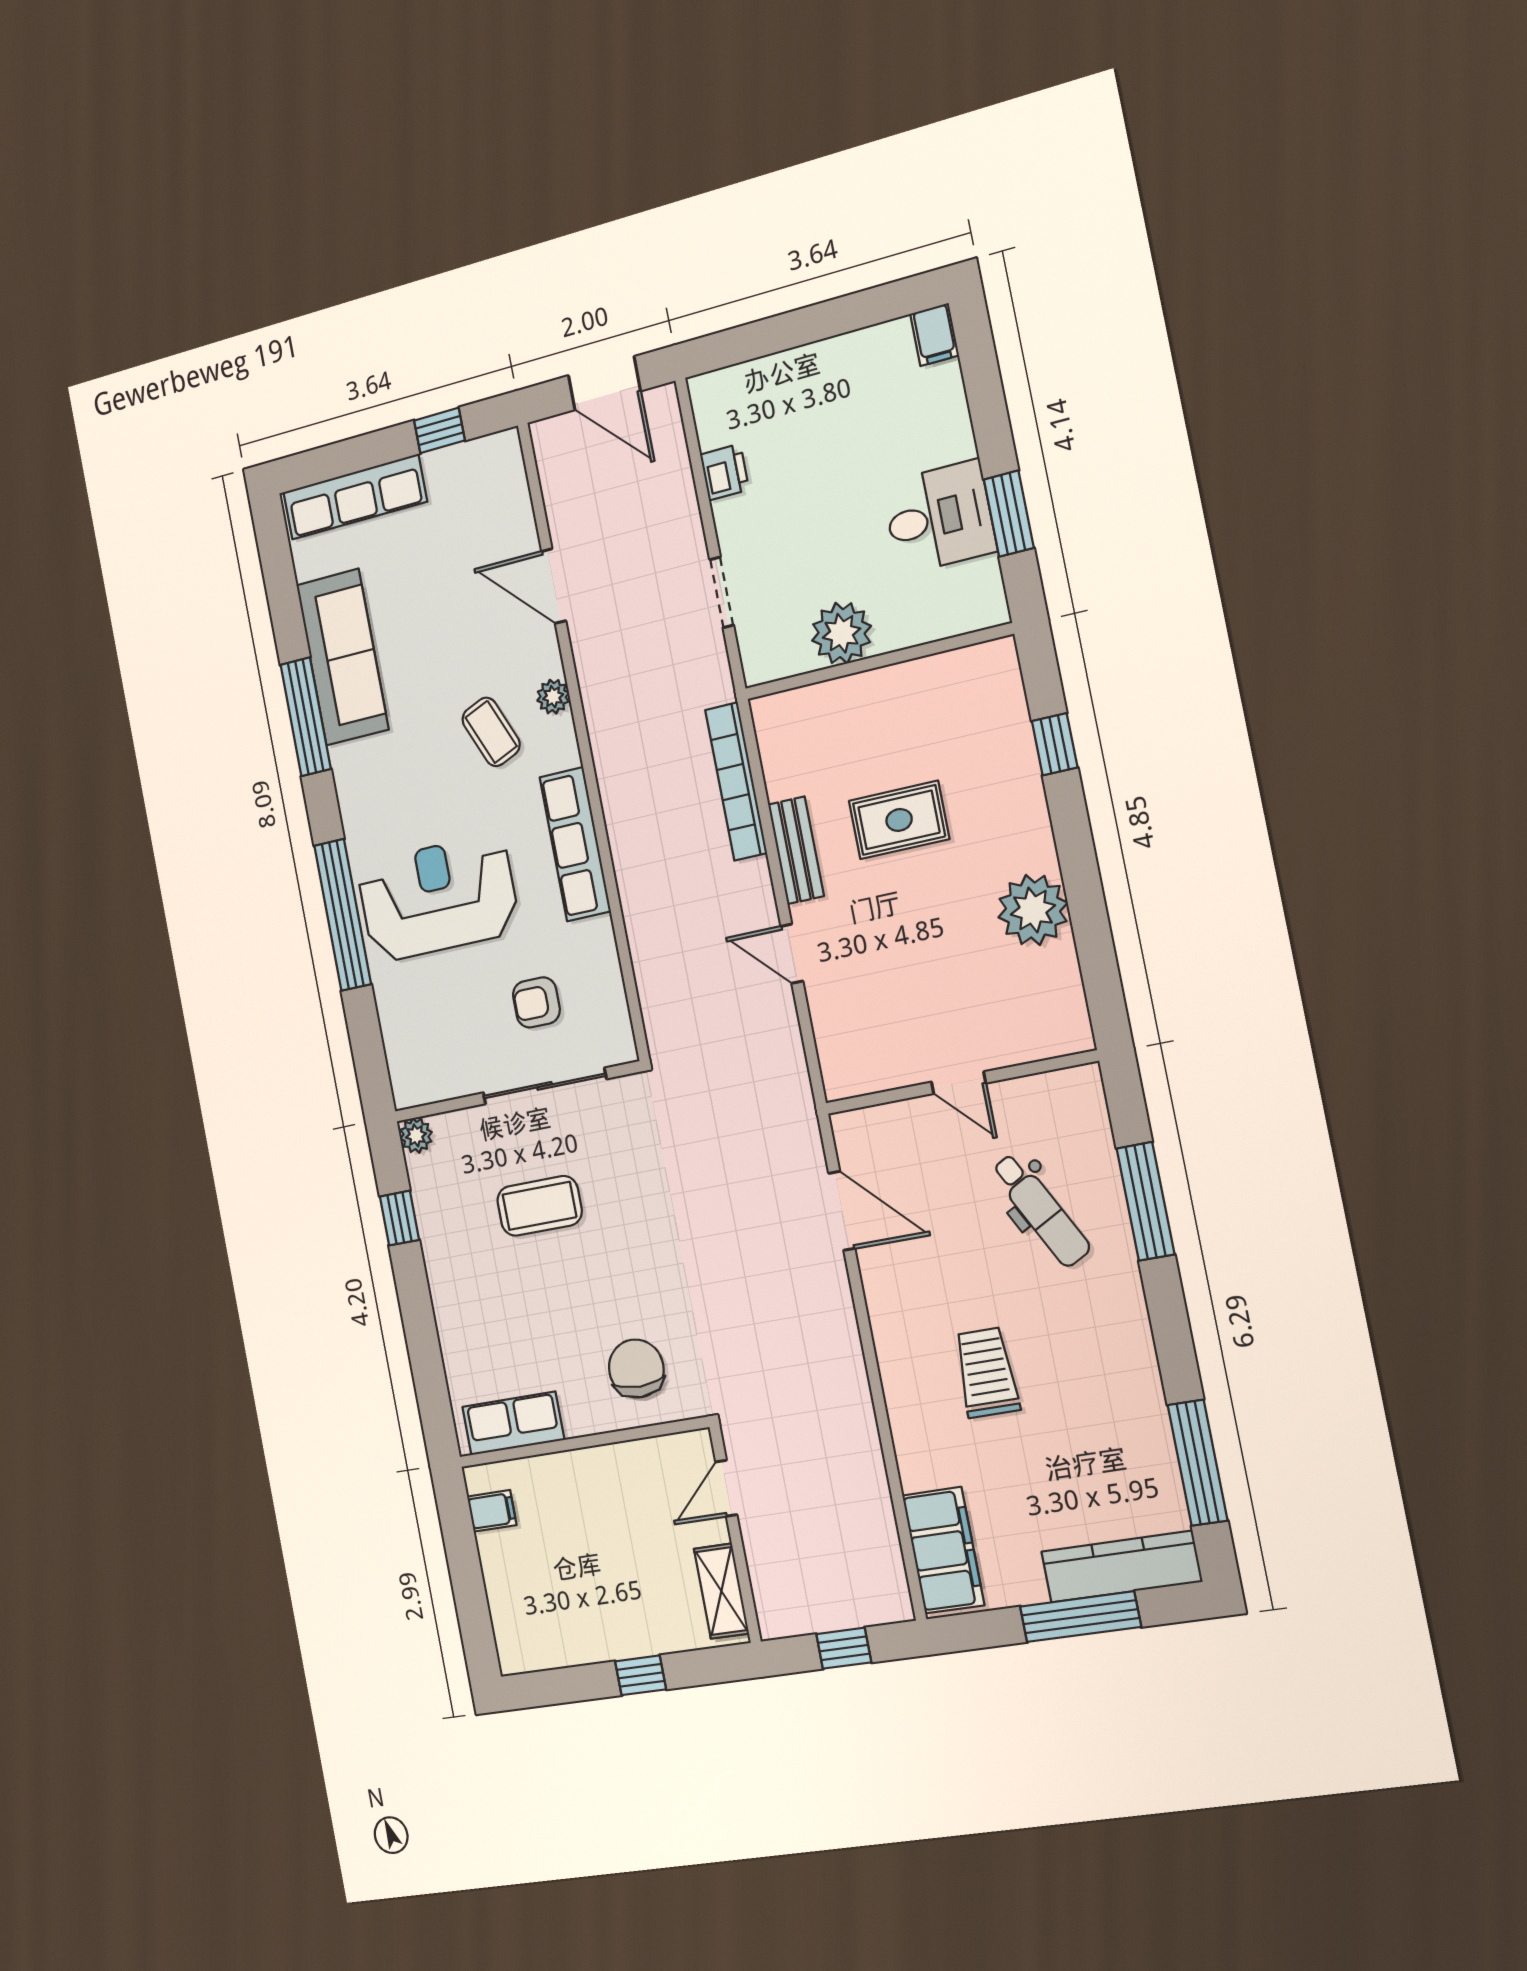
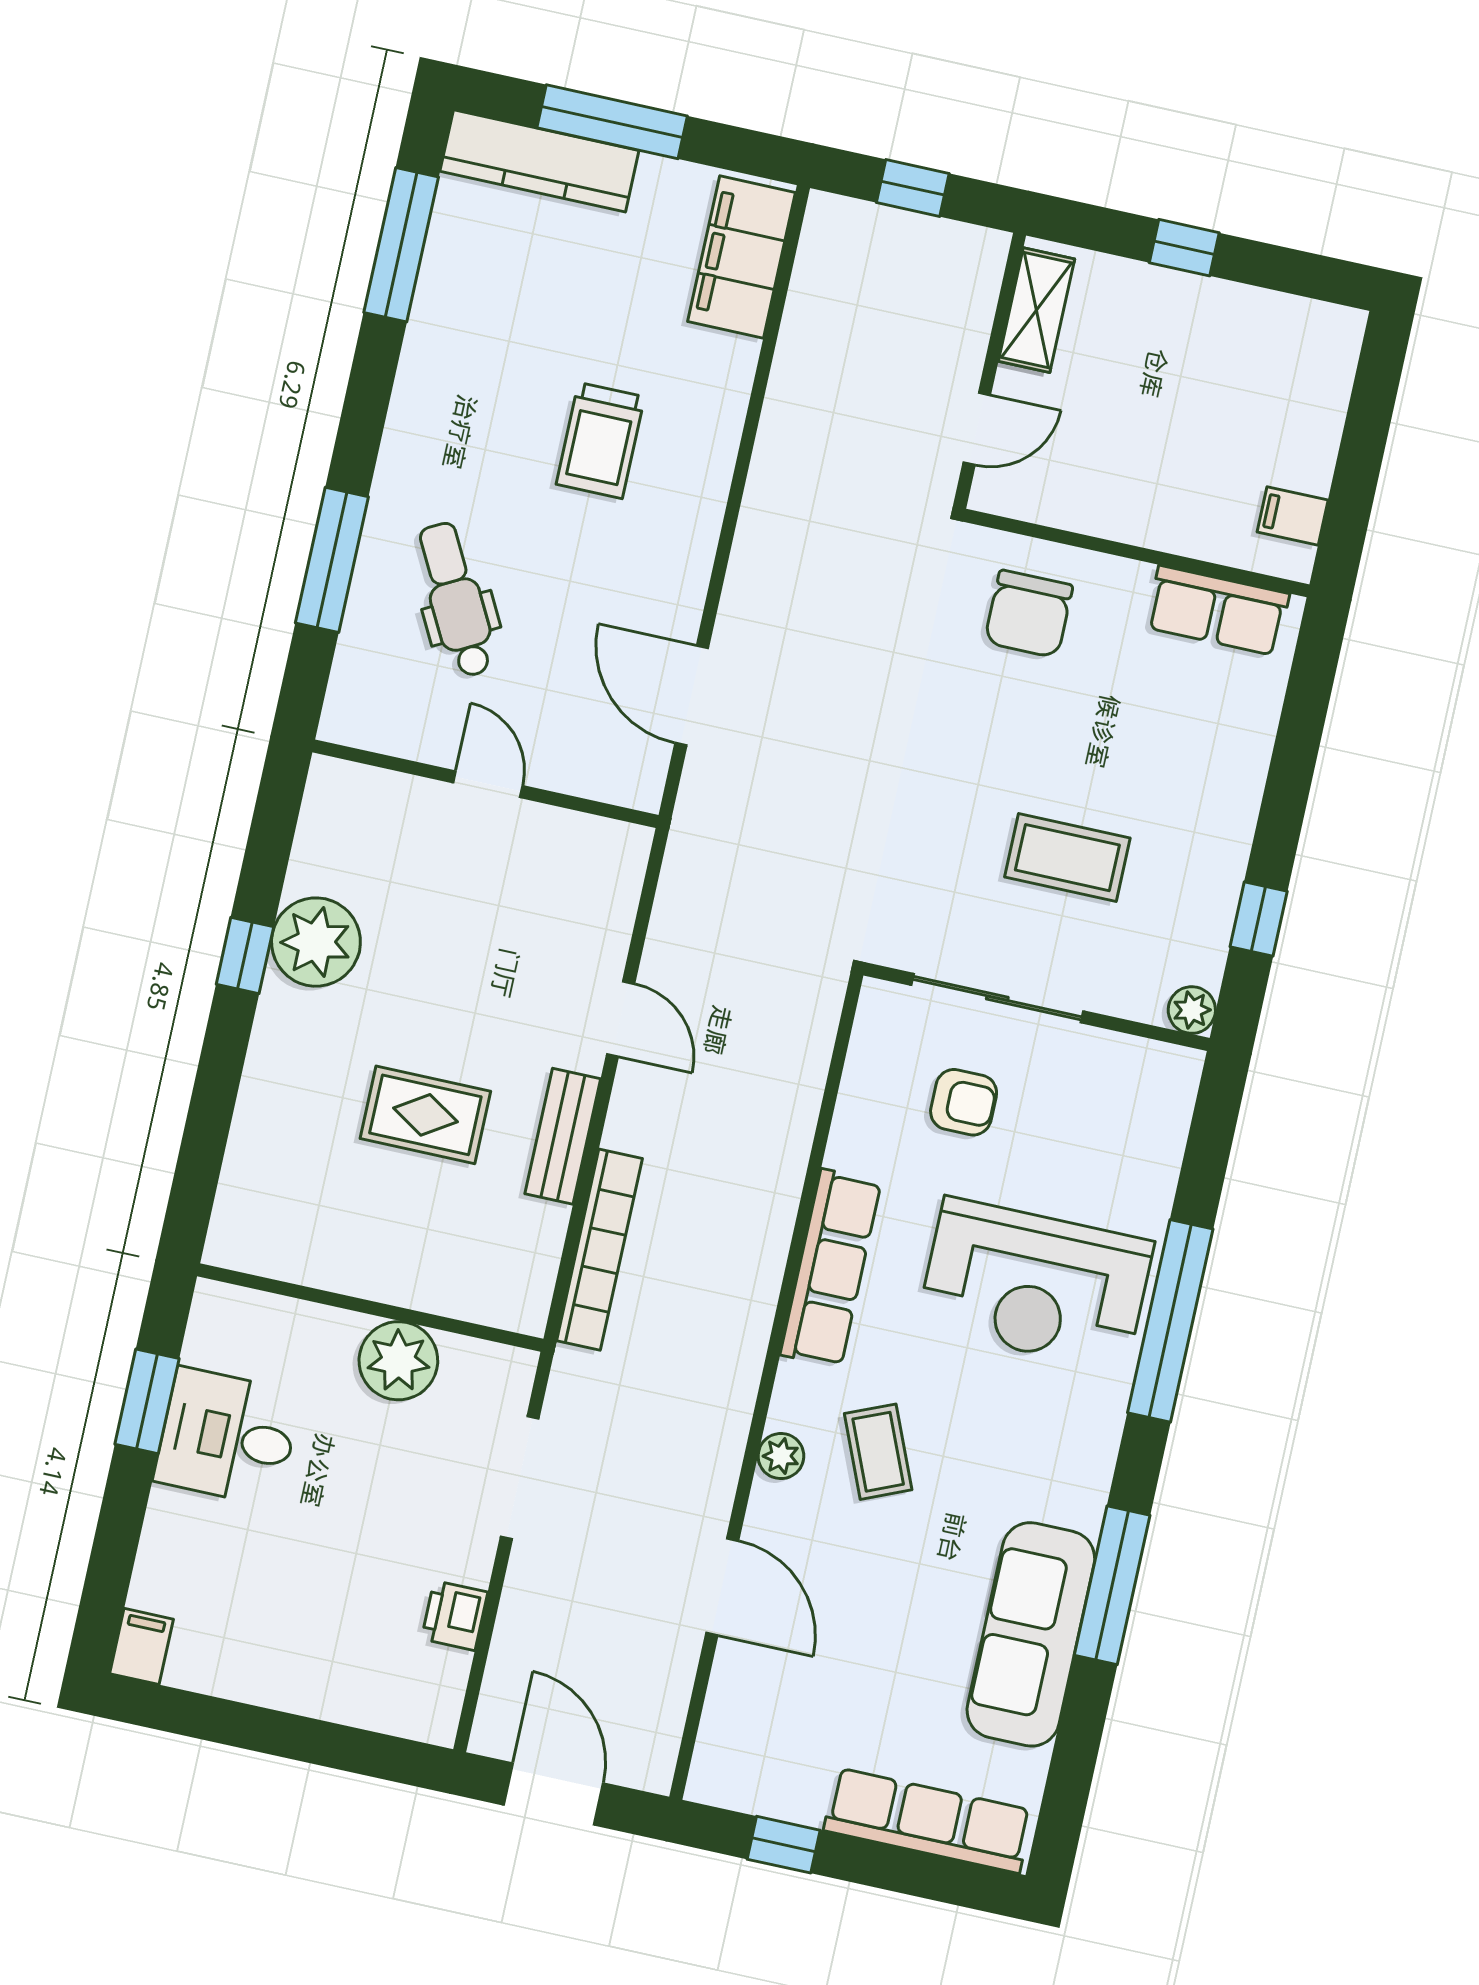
doorway: (722, 592) -> (520, 1478), width x1.38
window: (1055, 744) -> (245, 955), moved

